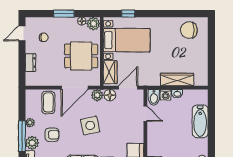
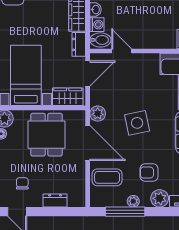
dresser: (150, 81) -> (79, 44), added
door: (128, 88) -> (88, 74), swing flipped
floor lamp: (110, 95) -> (98, 97), removed
door: (145, 114) -> (122, 51), hinge flipped
armchair: (52, 135) -> (149, 173), turned -90
window: (22, 136) -> (125, 212), moved

